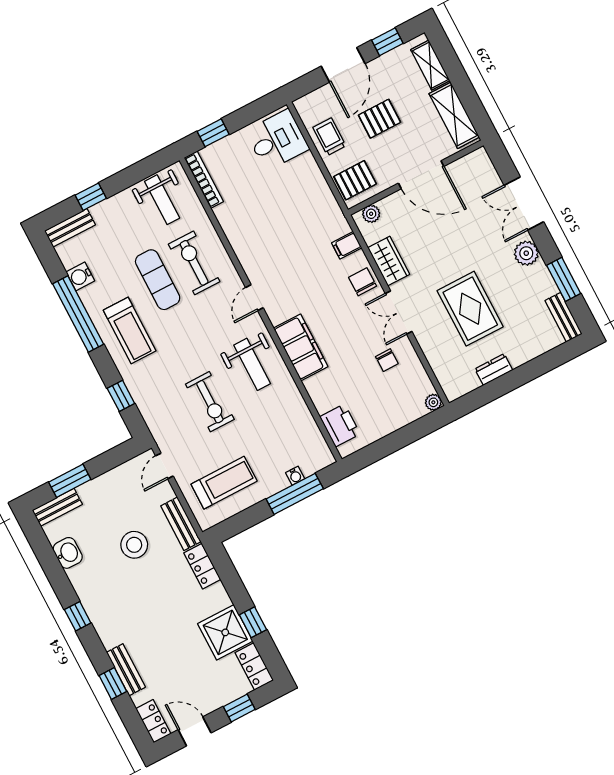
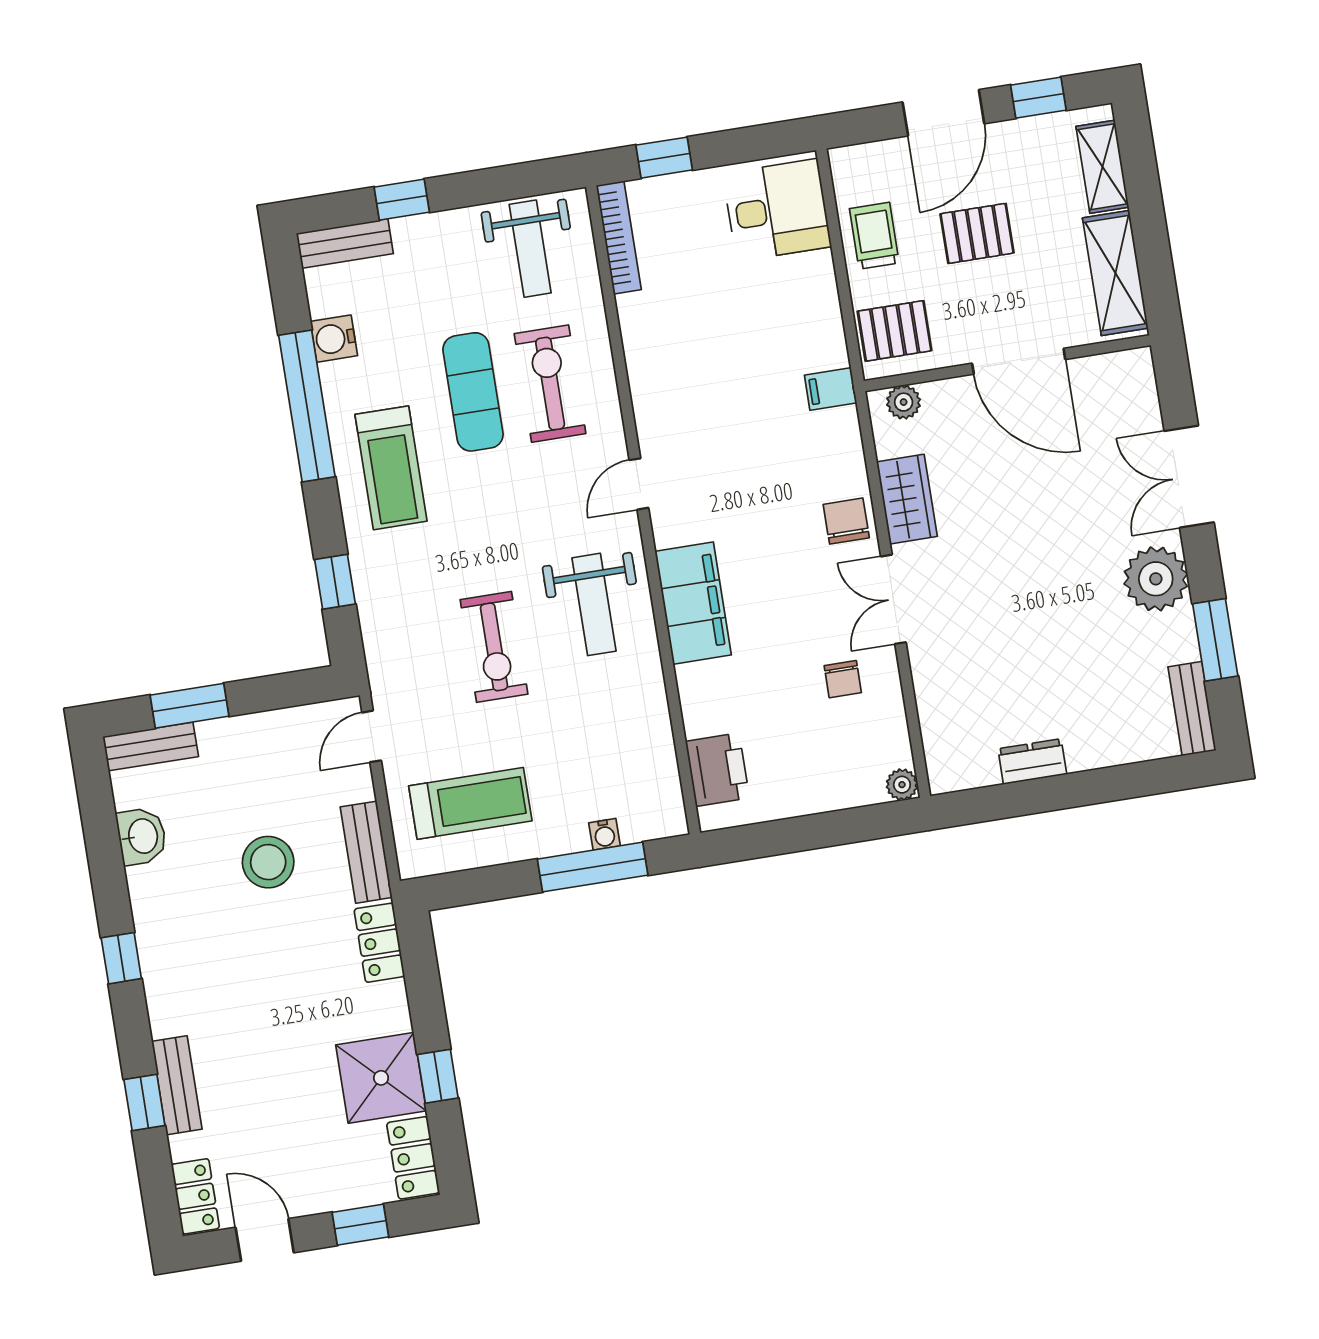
filing cabinet: (347, 245) -> (831, 389), moved
plant: (526, 253) -> (1156, 579), width x1.36, depth x1.36
rug: (470, 309) -> (1026, 636), removed

